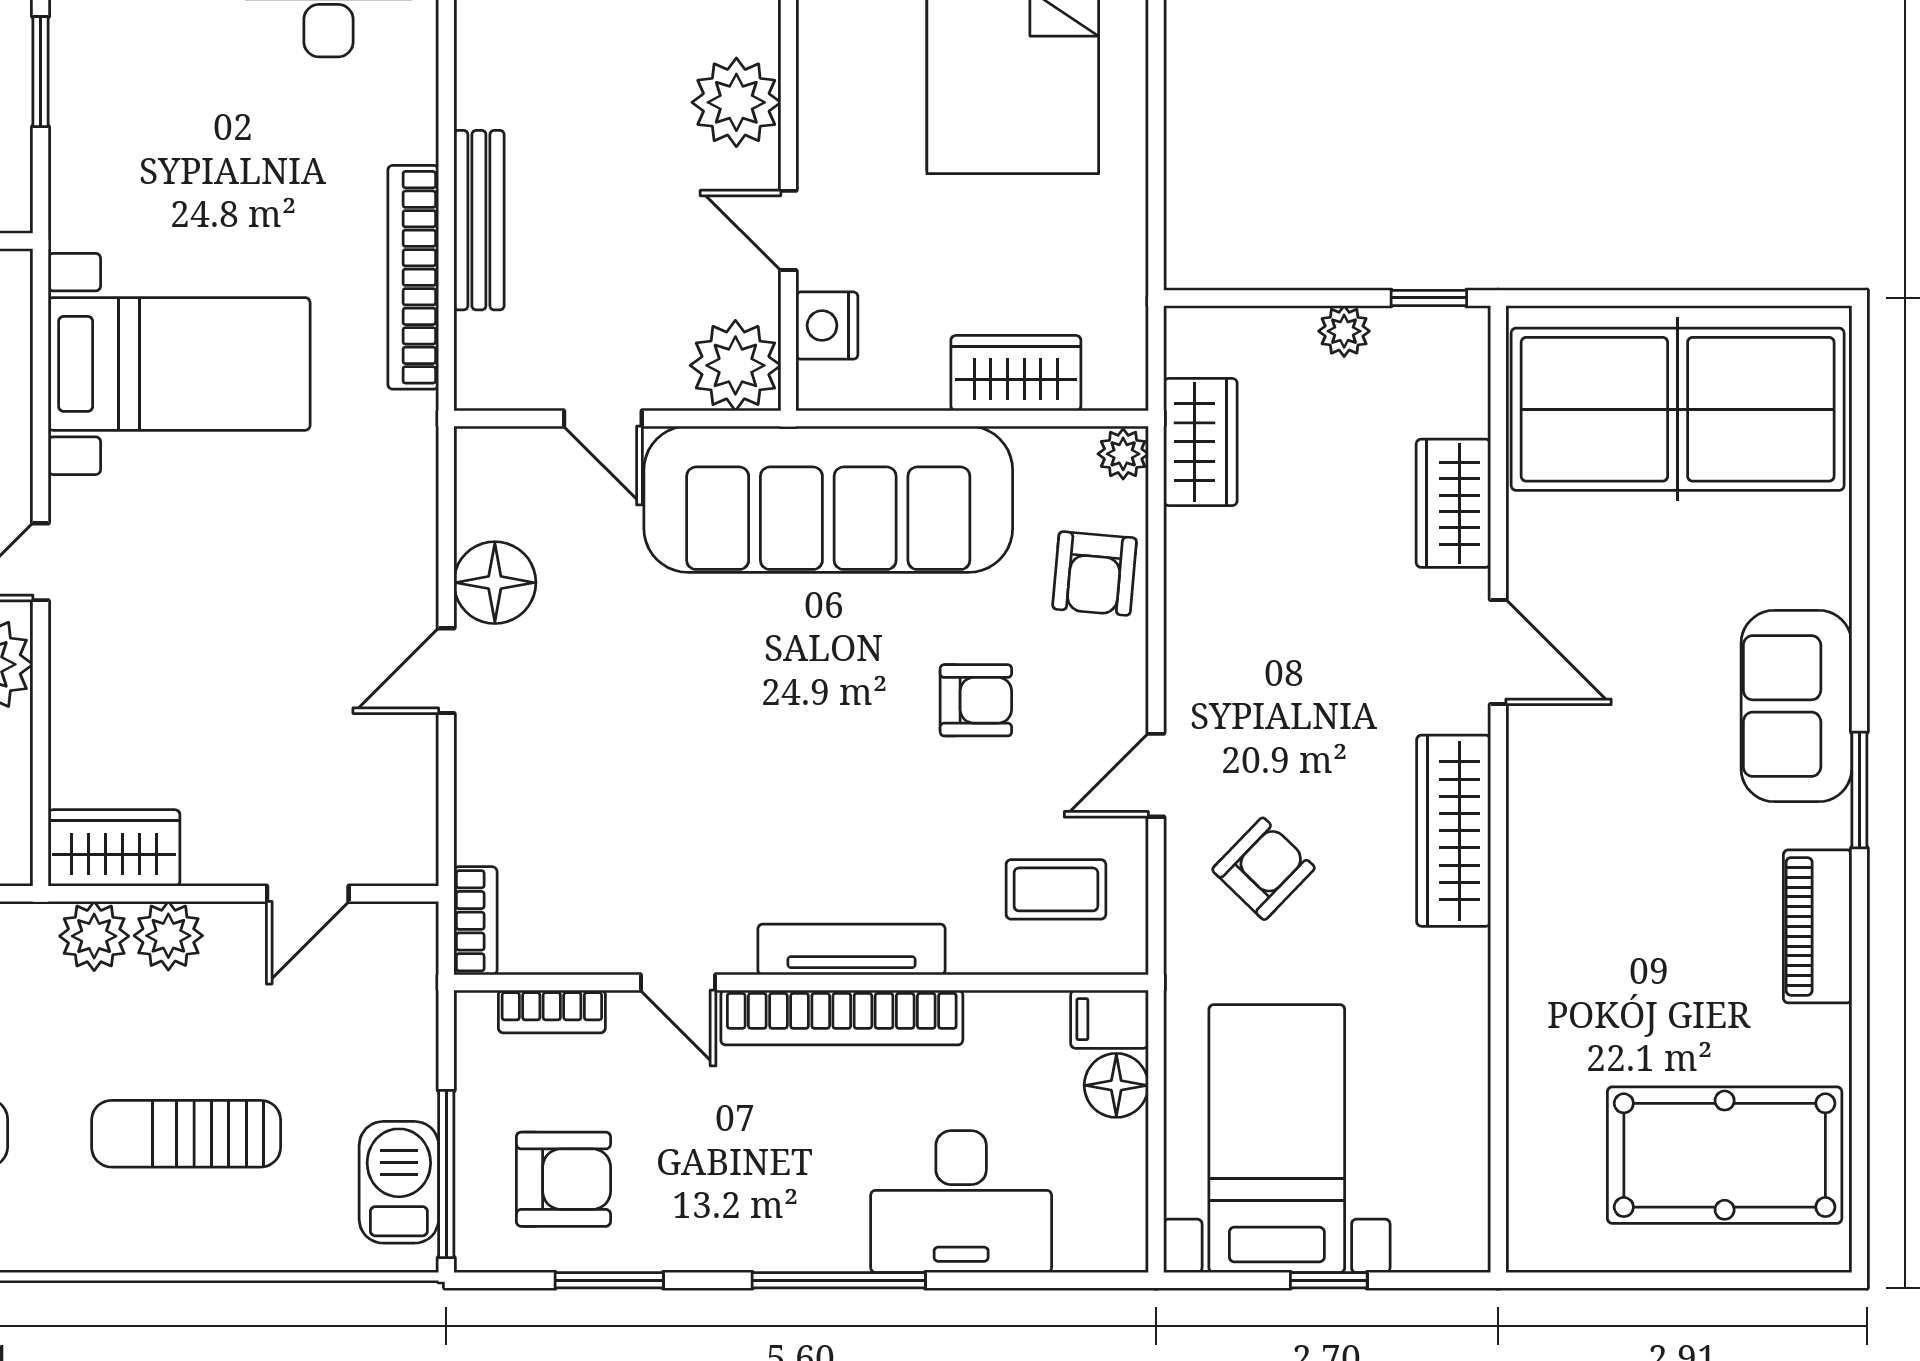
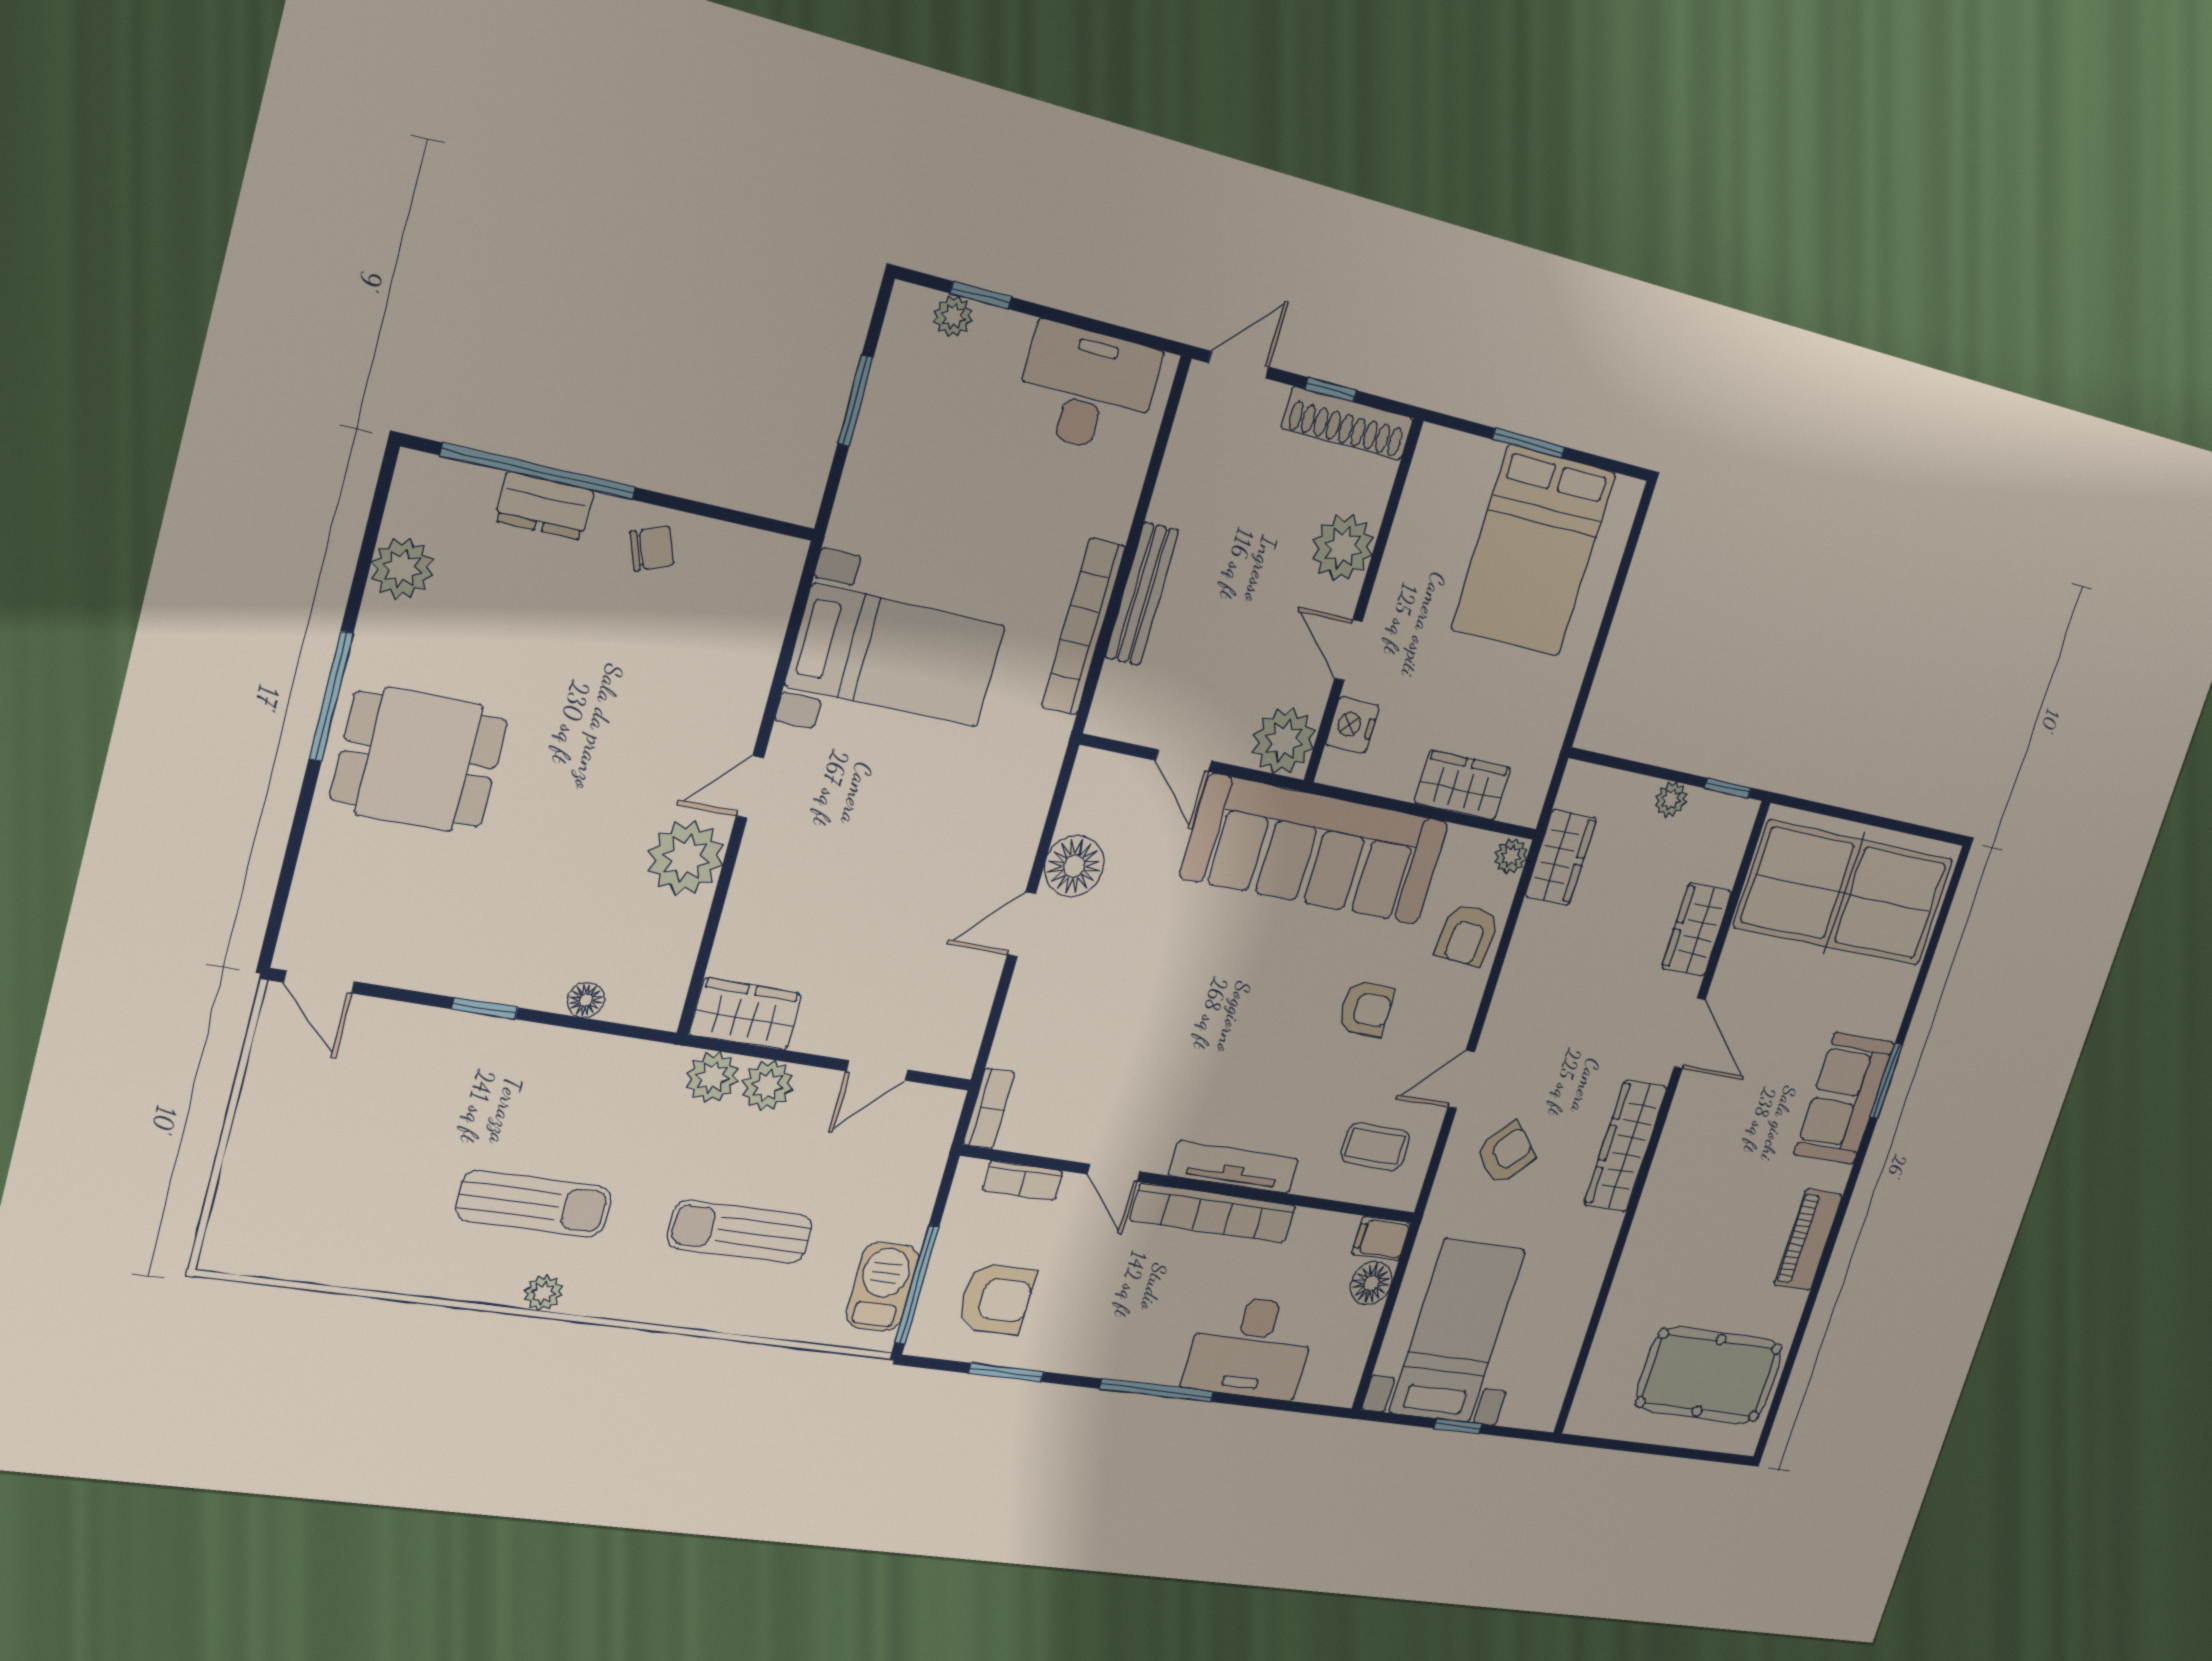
window: (1859, 790) -> (1886, 1081), moved

